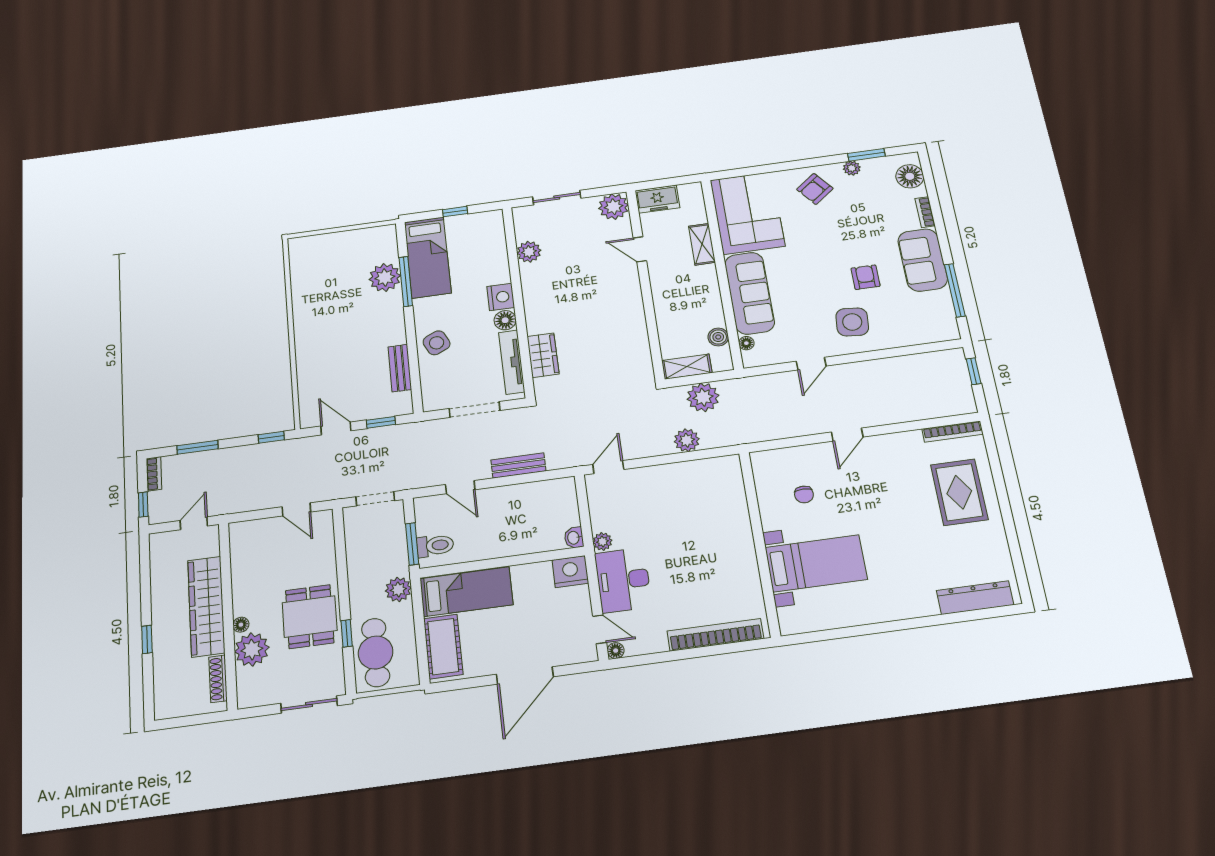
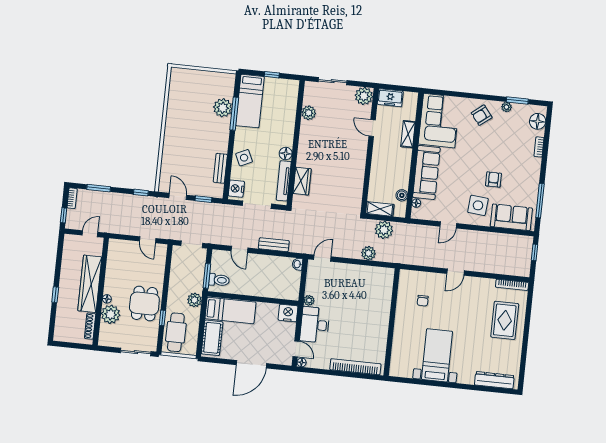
sofa: (923, 260) -> (511, 217), moved, turned 90
nightstand: (501, 297) -> (236, 189), moved, turned 180
washbasin: (574, 538) -> (297, 264), moved
bed with nightstands: (816, 563) -> (437, 355), moved, turned -90

